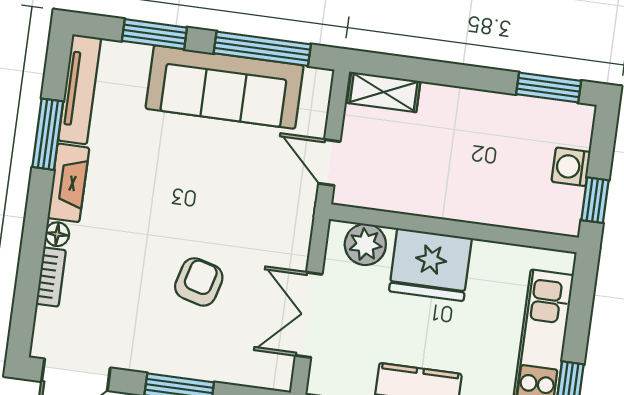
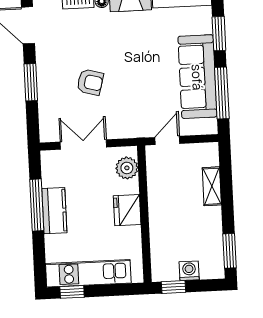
shelving: (384, 92) -> (212, 186), moved
fridge: (430, 265) -> (127, 210), width x0.73, depth x0.75

